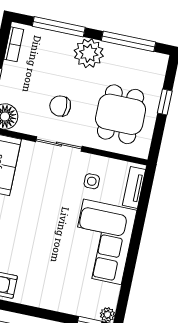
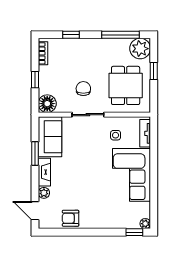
window: (59, 27) -> (71, 35), width x0.46
plant: (89, 53) -> (140, 49), moved
chair: (60, 106) -> (83, 89), turned 90

